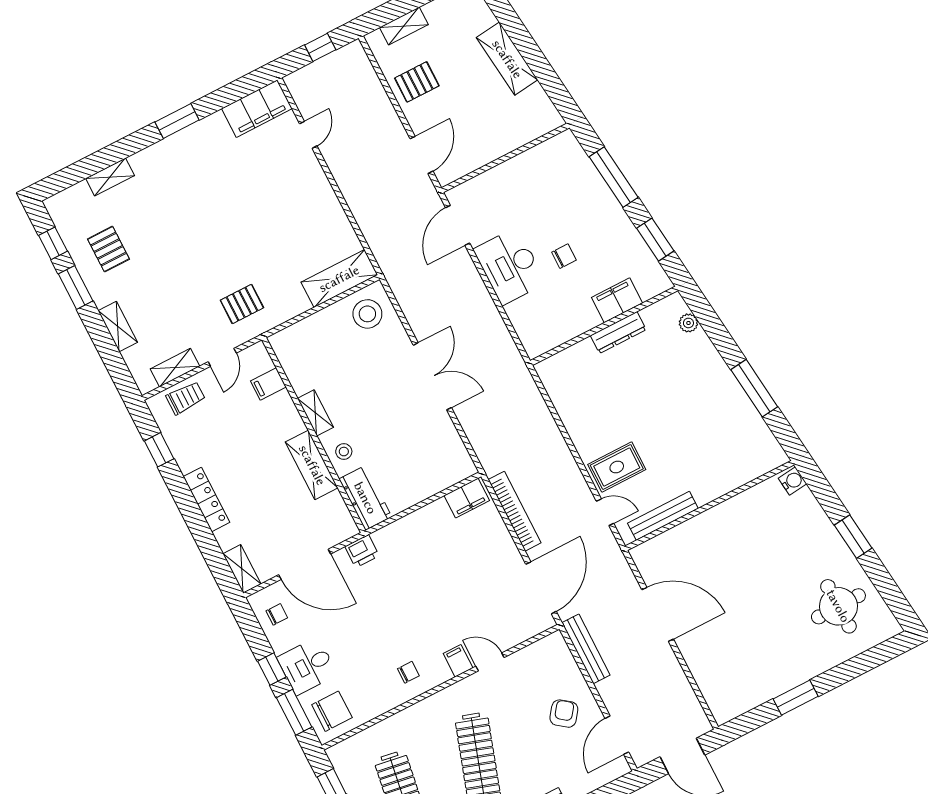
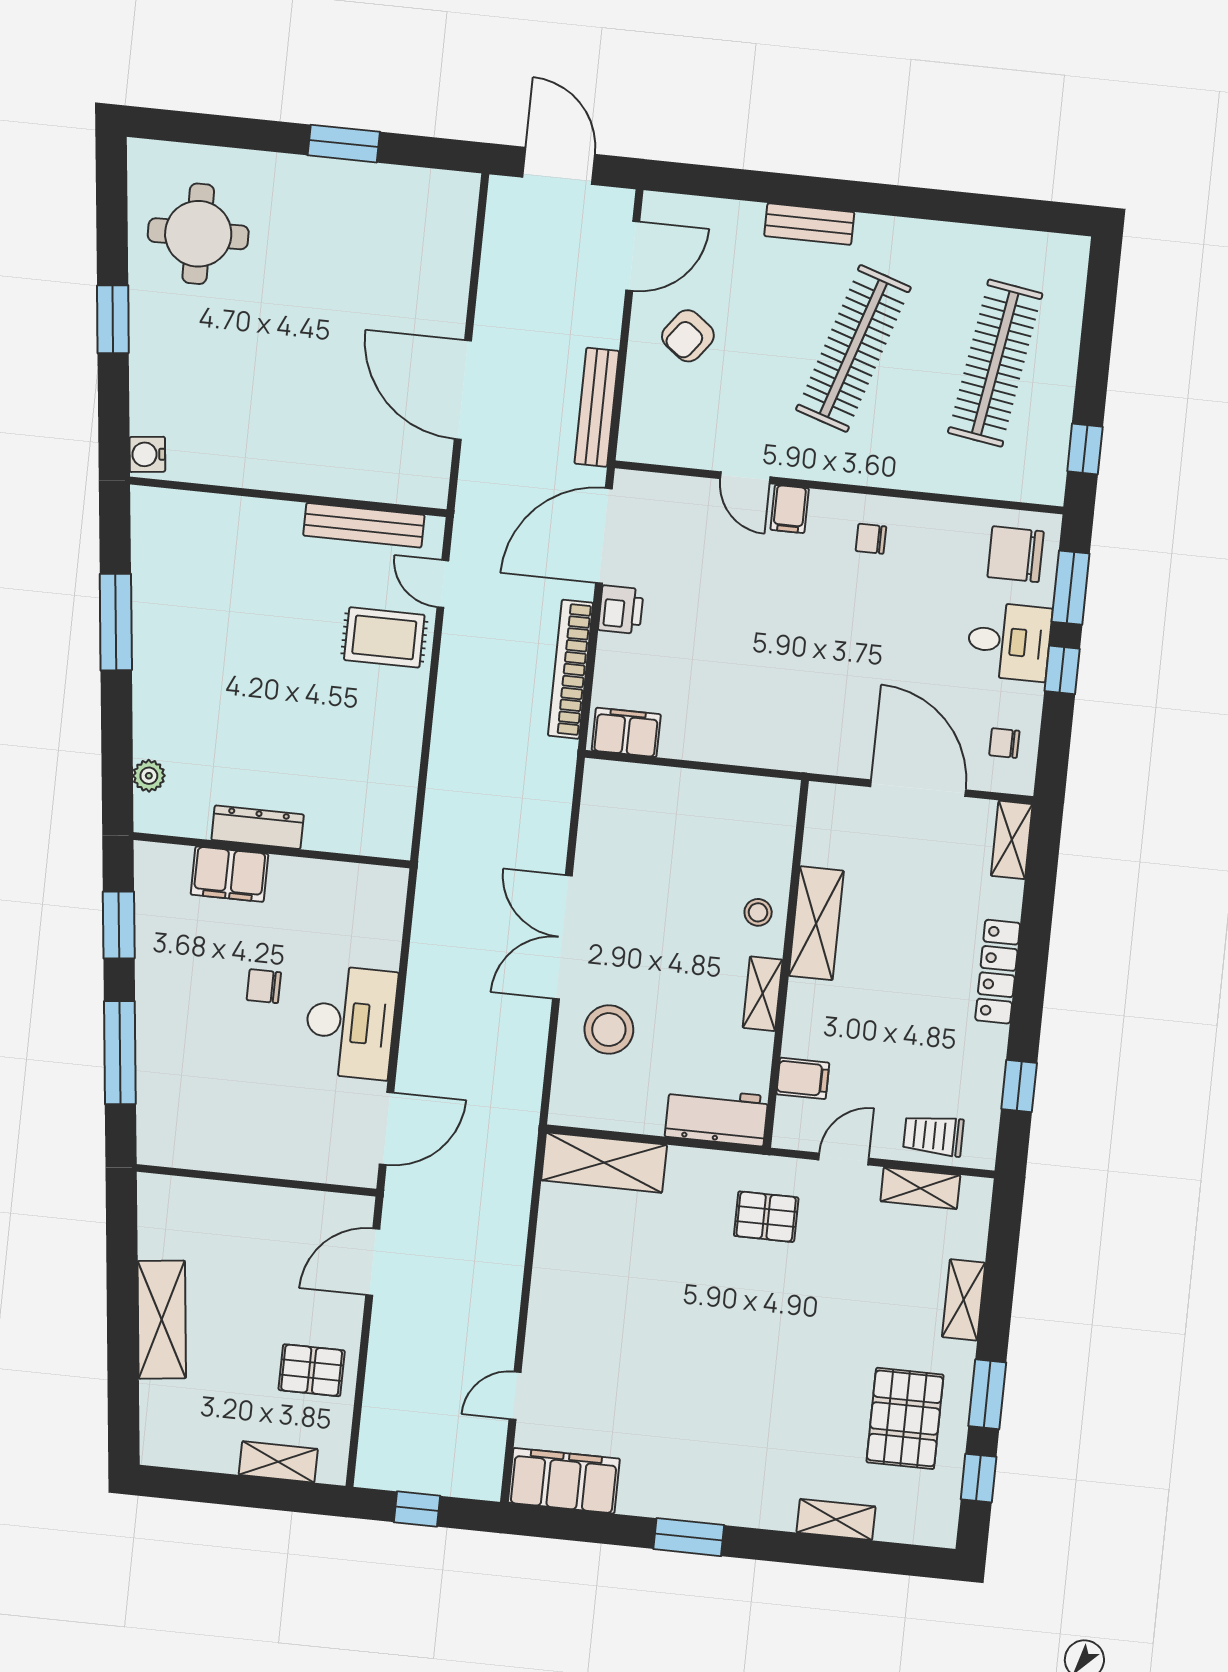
pallet: (108, 249) -> (905, 1418), width x1.50, depth x1.42
stool: (367, 314) -> (609, 1030), moved
workbench: (365, 498) -> (717, 1116), moved, turned 90
printer: (362, 551) -> (621, 610), moved, turned 90

